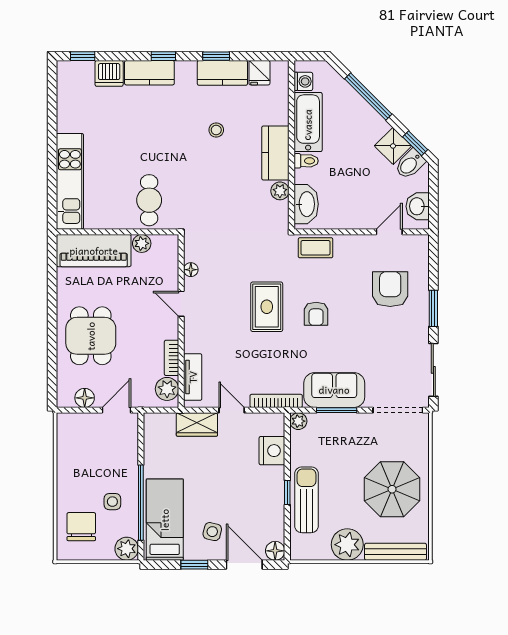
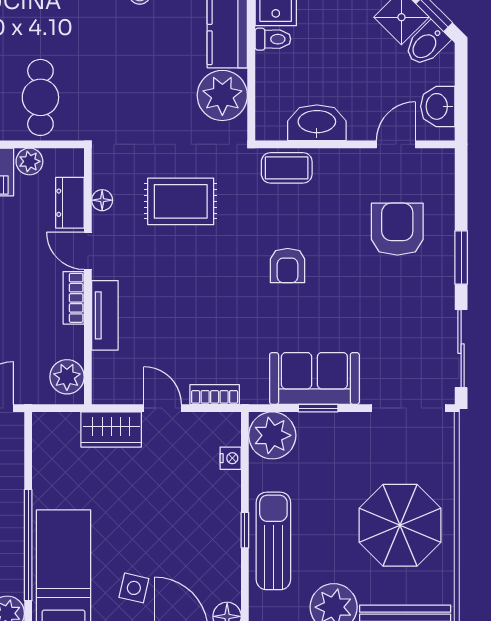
plant: (280, 191) -> (222, 95), width x1.87, depth x1.87
washbasin: (306, 204) -> (317, 123), moved, turned -90
dresser: (169, 271) -> (70, 203), added
rug: (267, 307) -> (181, 201), moved, turned 90
bookcase: (172, 358) -> (74, 298), moved
tv unit: (193, 377) -> (105, 315), moved
bookcase: (276, 401) -> (215, 394), width x0.64
window: (337, 410) -> (318, 408), width x0.67
plant: (298, 421) -> (272, 435), width x1.87, depth x1.87
nightstand: (272, 451) -> (231, 458), width x0.53, depth x0.56

